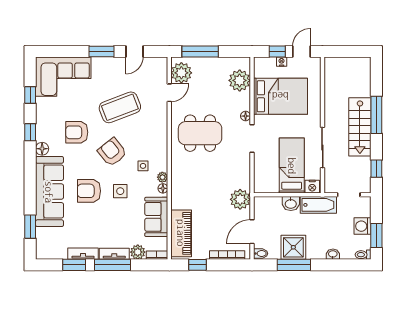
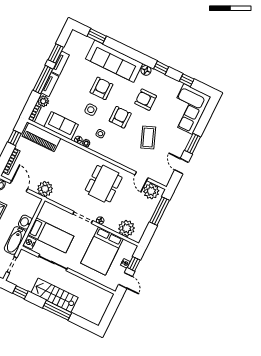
coffee table: (120, 107) -> (148, 137), width x0.73, depth x0.76
armchair: (77, 132) -> (146, 100), turned -90
armchair: (112, 152) -> (120, 117), turned -51

